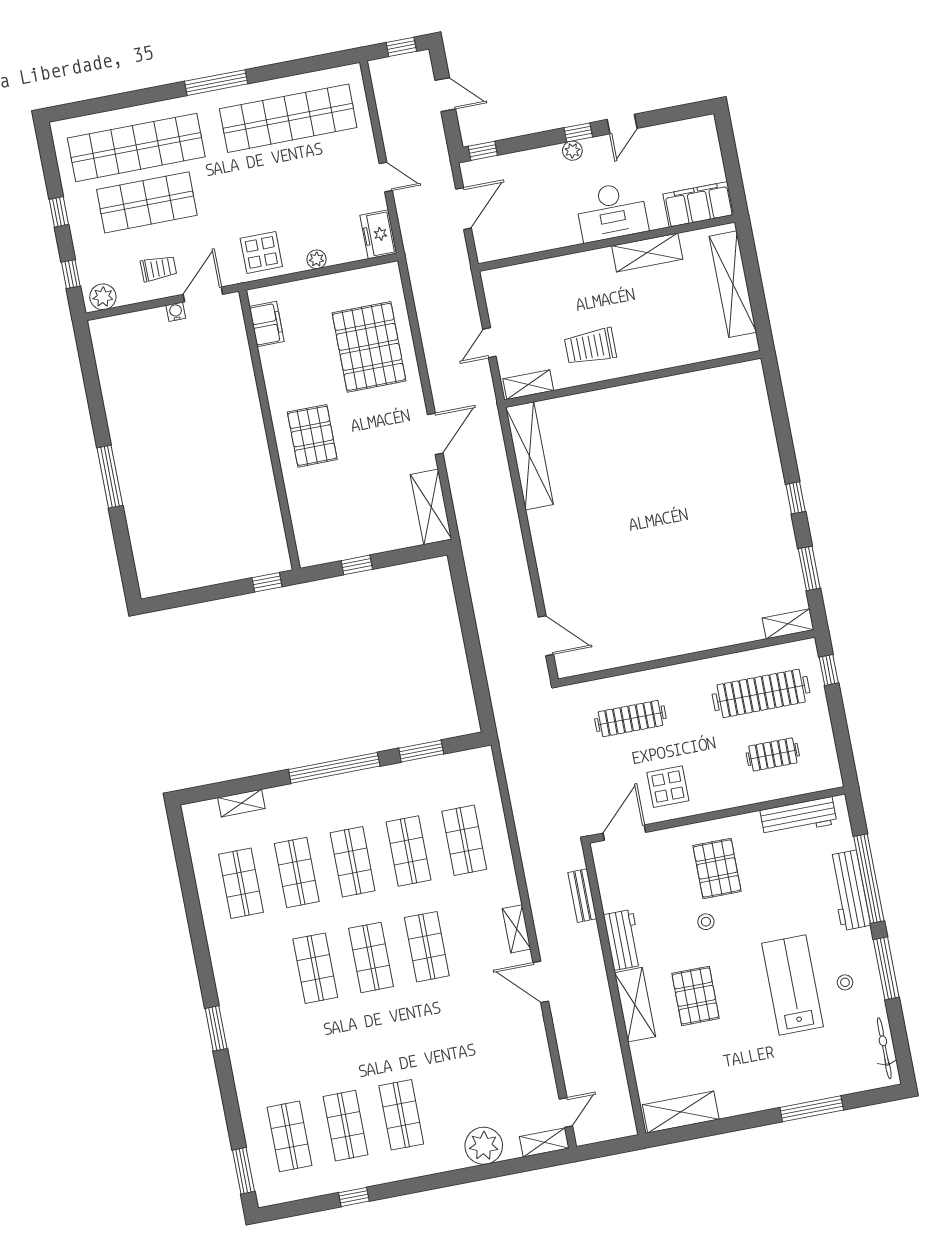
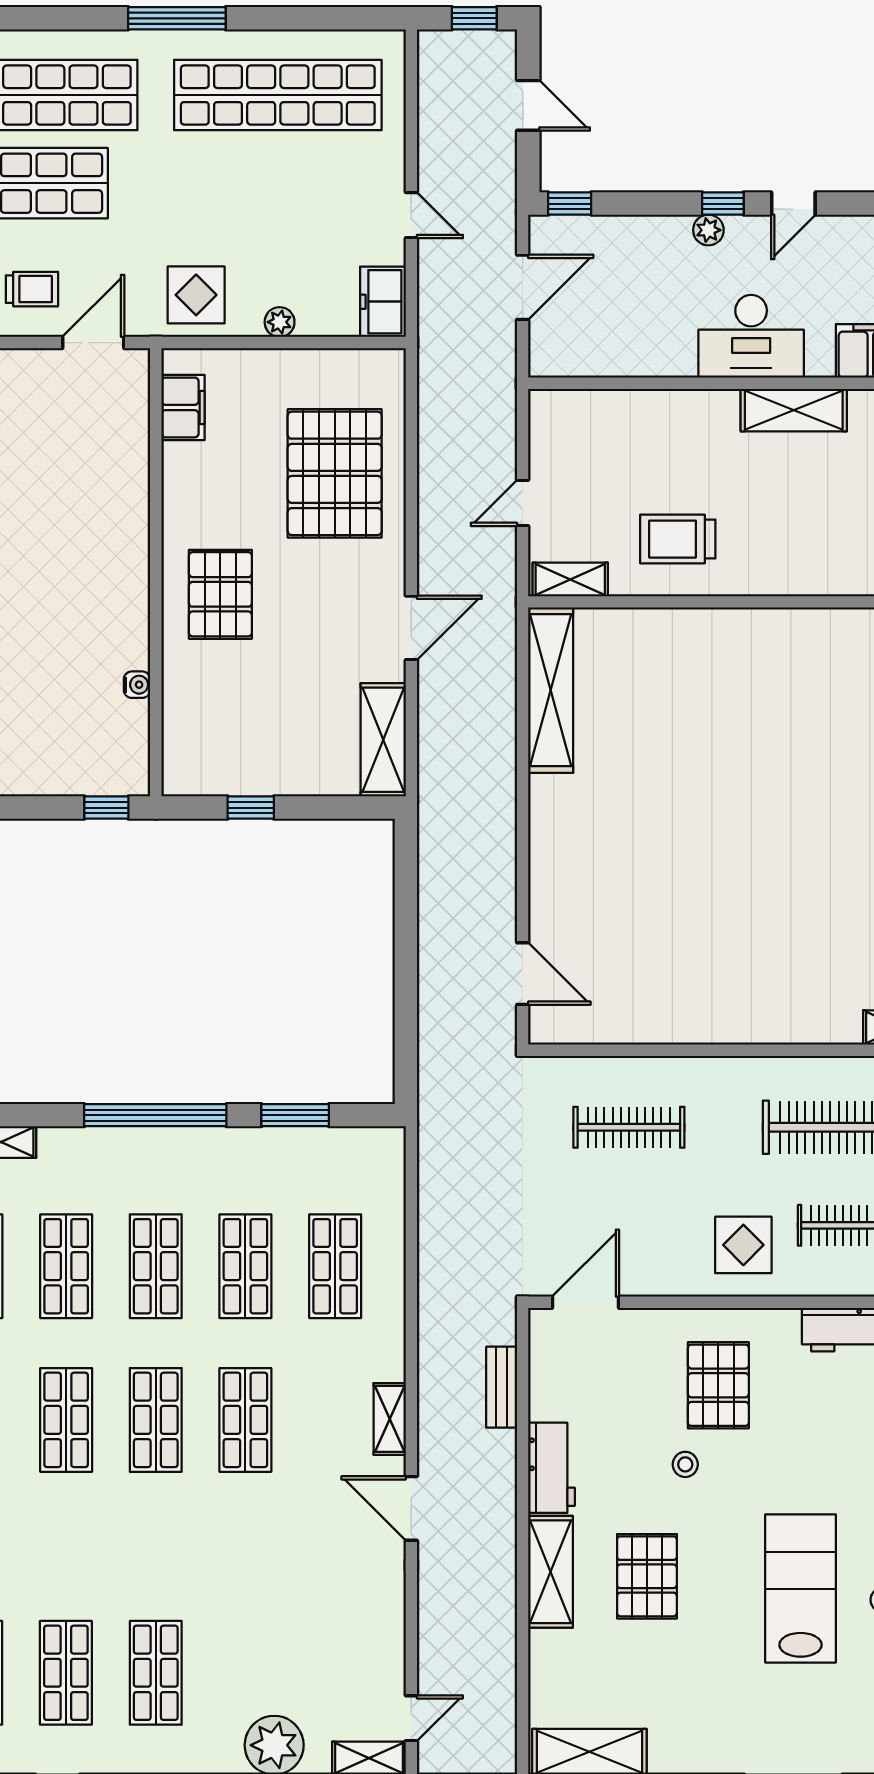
water cooler: (176, 312) -> (137, 685), moved, turned 90
display table: (668, 787) -> (743, 1245), moved

